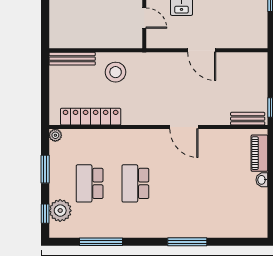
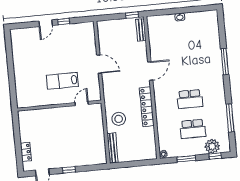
door: (202, 50) -> (99, 64), hinge flipped
locker: (91, 117) -> (147, 107), moved
piano: (259, 153) -> (163, 20), removed

